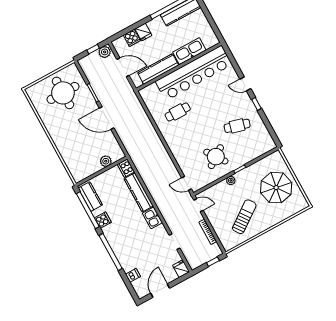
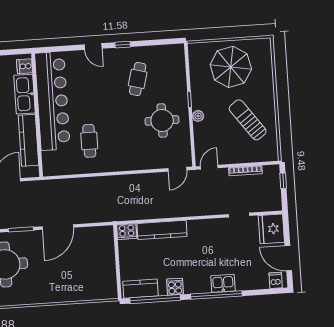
cooker: (209, 42) -> (25, 66), added
door: (245, 84) -> (93, 47), hinge flipped
round table: (216, 157) -> (162, 120), turned 35
plant: (106, 161) -> (108, 251), removed
kitchen sink: (152, 218) -> (223, 283), moved, turned 180
fridge: (181, 269) -> (271, 229), width x1.88, depth x1.34
dishwasher: (133, 275) -> (276, 280), moved

